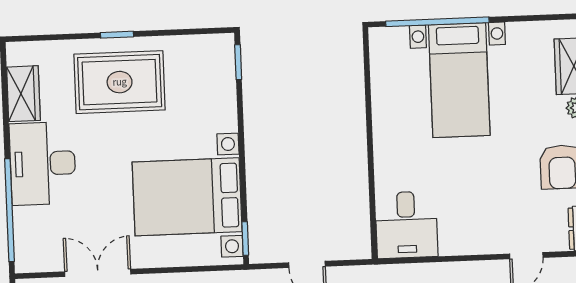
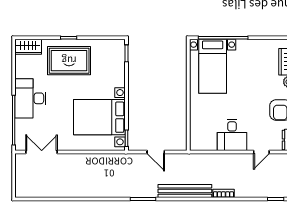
bed with nightstands: (459, 80) -> (213, 66), moved
wardrobe: (23, 94) -> (28, 47), moved, turned 90
desk: (406, 225) -> (232, 135), moved
double door: (98, 273) -> (42, 152), moved

